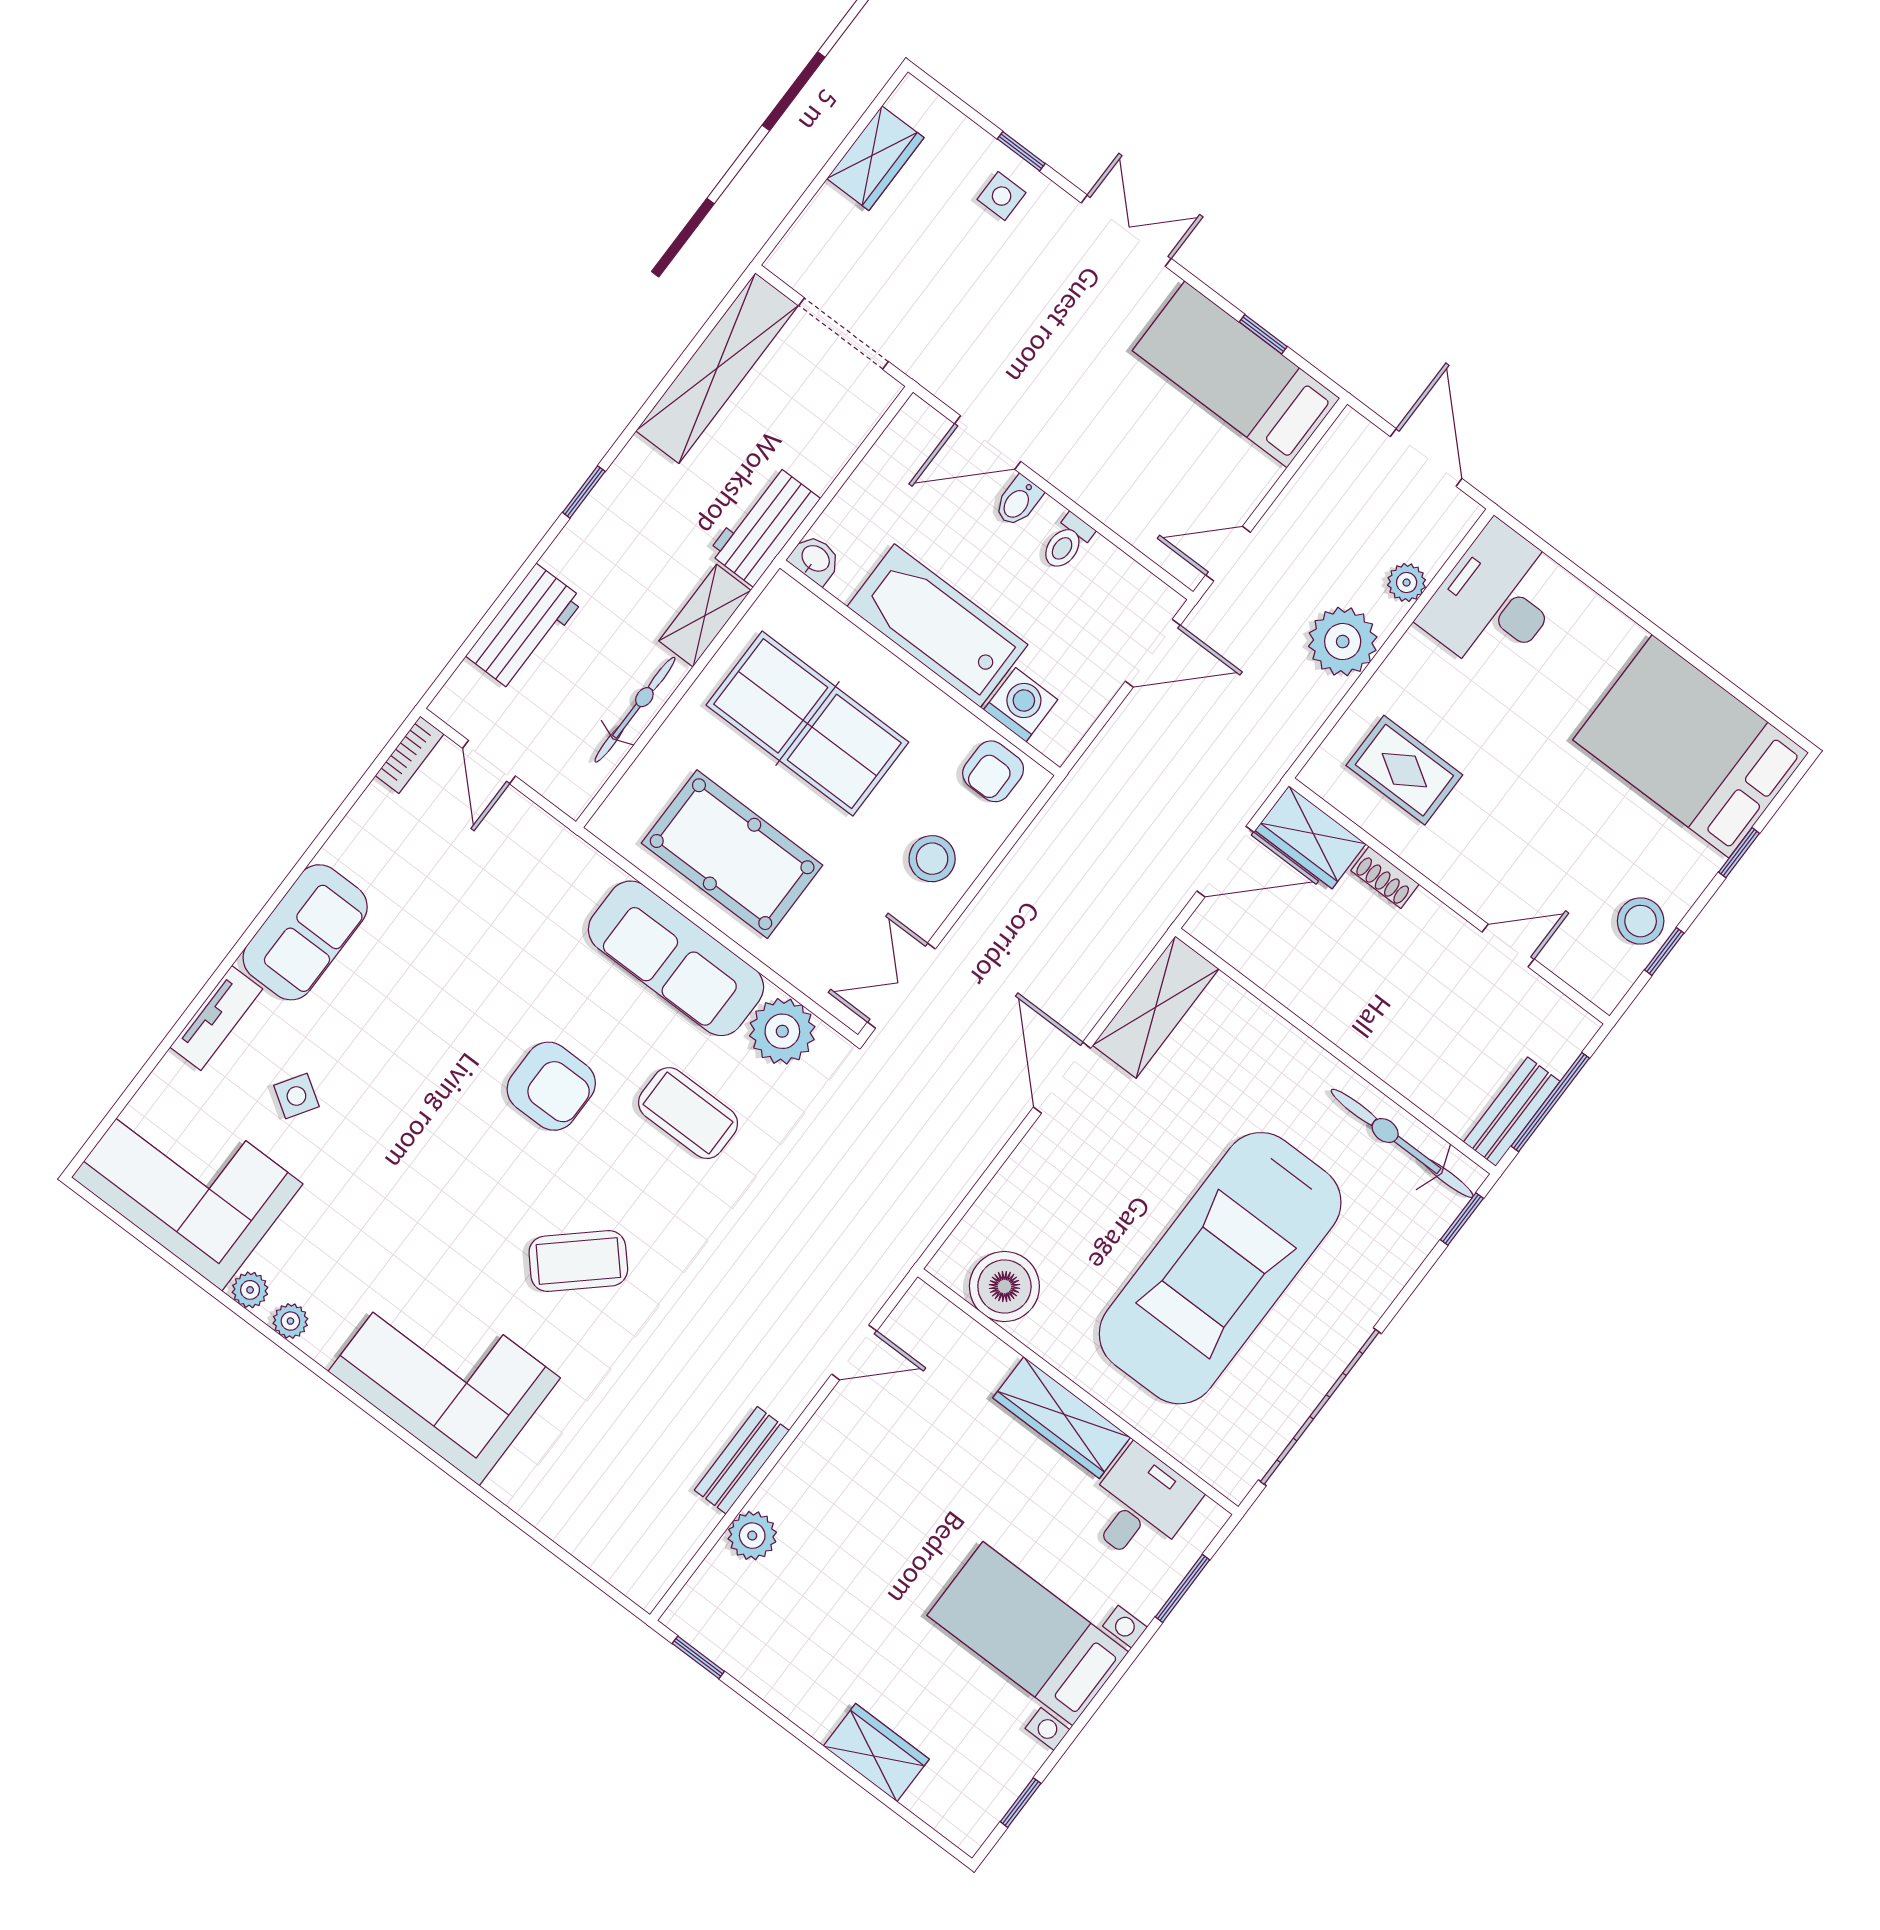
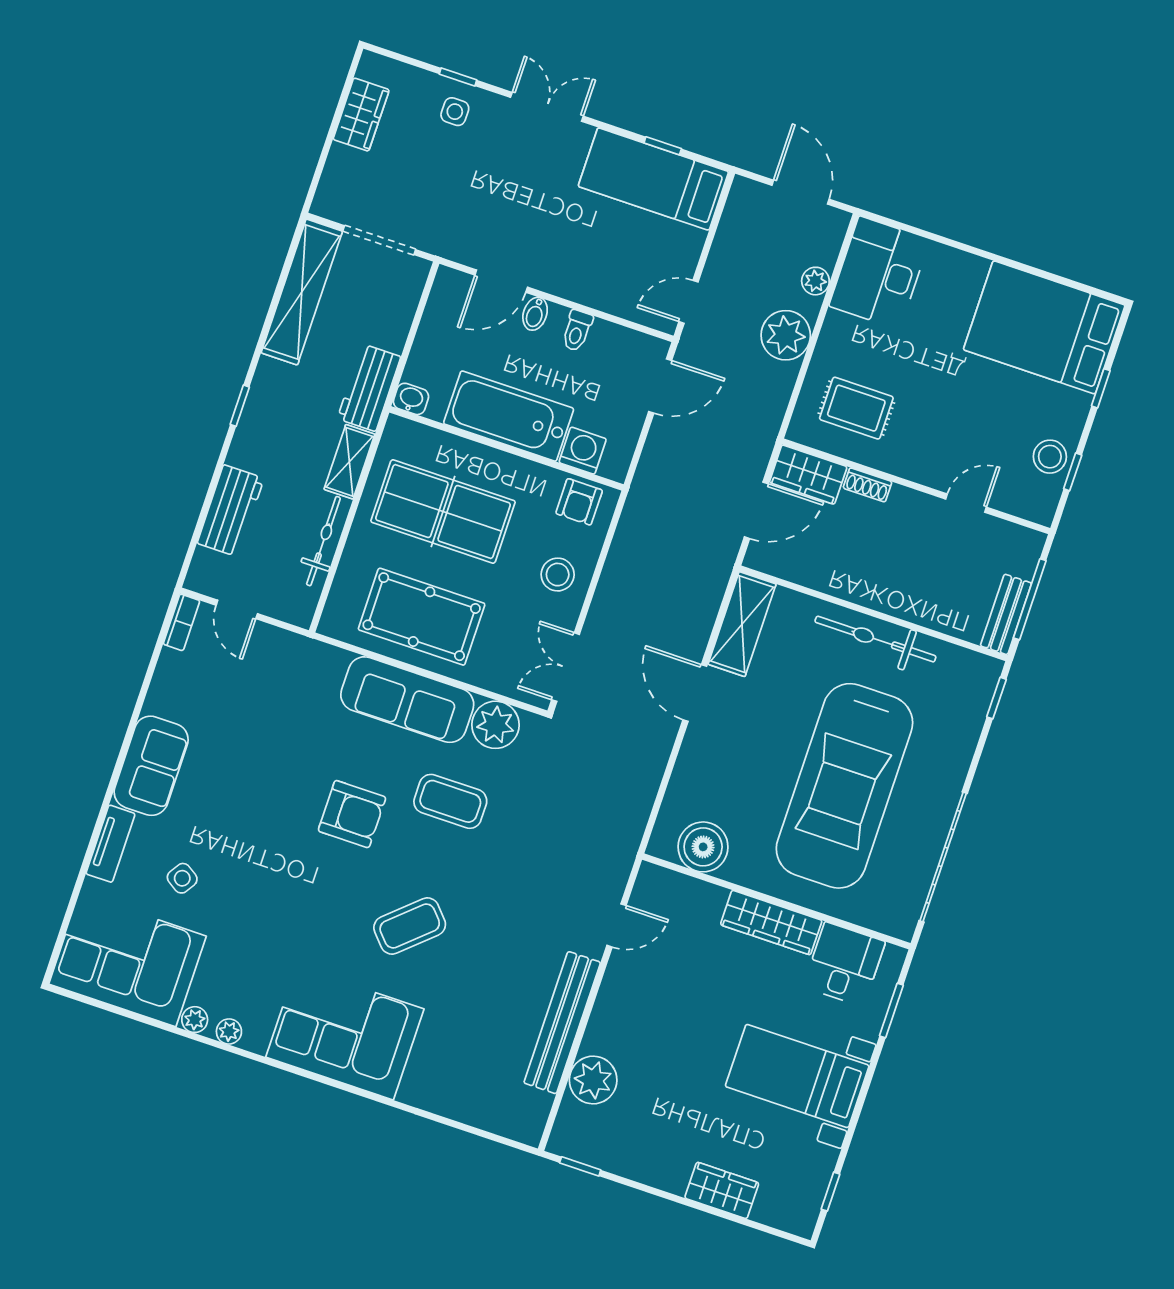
bicycle: (1402, 1143) -> (875, 639), moved
bench: (742, 1460) -> (562, 1023), width x1.86, depth x1.21
plant: (752, 1536) -> (593, 1080), width x1.36, depth x1.36

